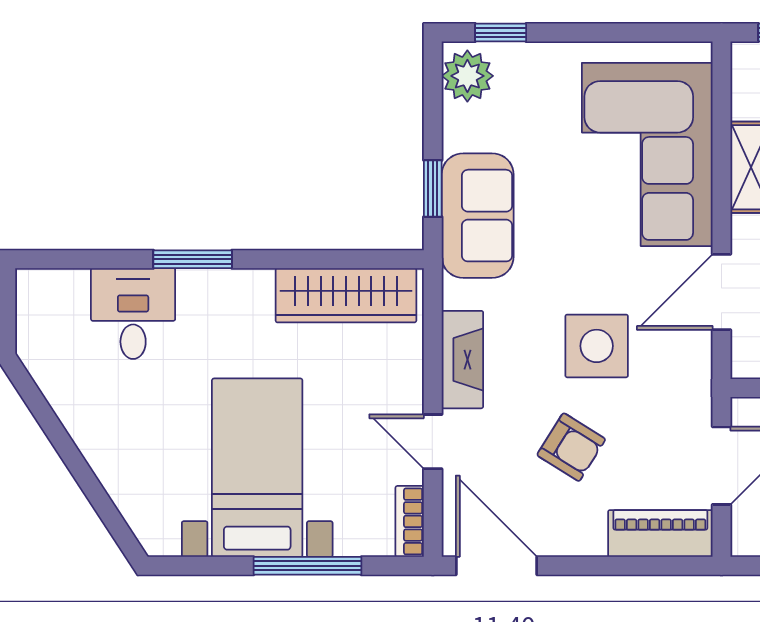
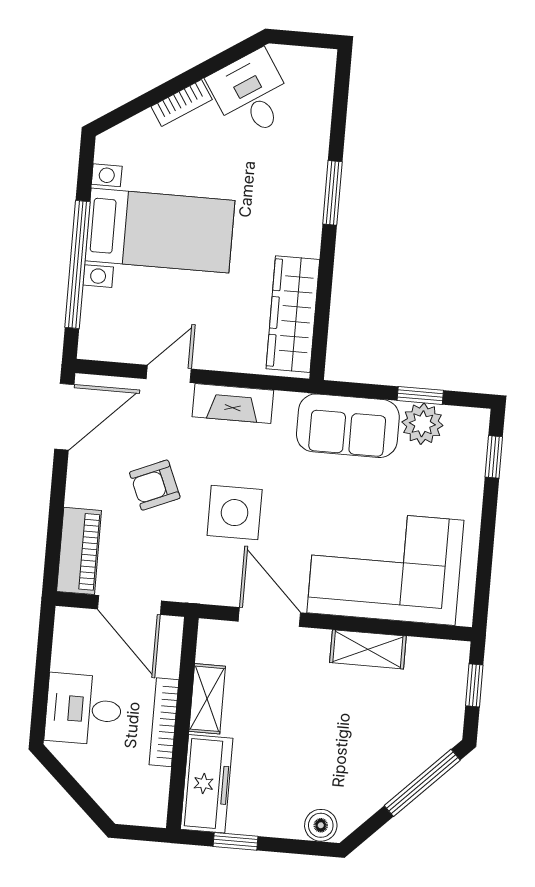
plant: (467, 76) -> (422, 424), moved
window: (433, 189) -> (420, 395), moved
desk: (133, 314) -> (251, 94), moved, turned -123
armchair: (571, 447) -> (155, 485), turned 35
bookcase: (410, 521) -> (182, 103), moved, turned 147
window: (308, 566) -> (77, 264), width x1.46

